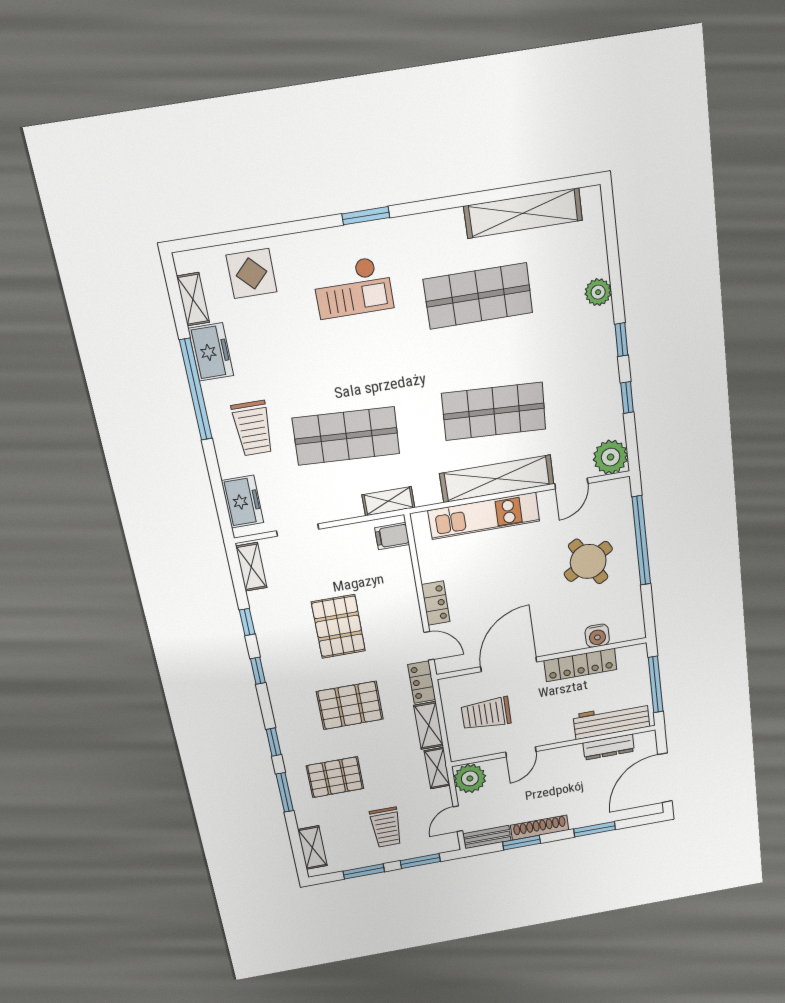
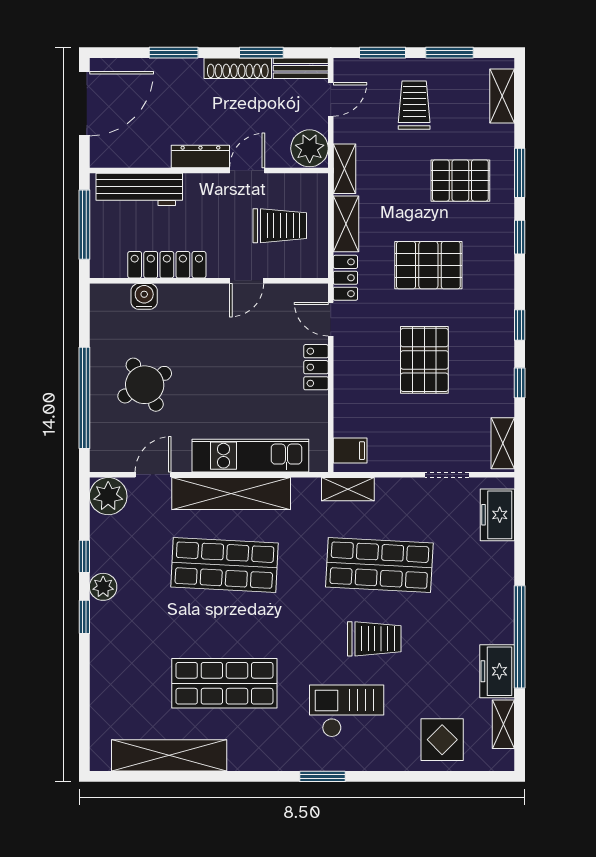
plant: (598, 292) -> (103, 587), moved
trolley: (253, 428) -> (374, 639), moved, turned 90
door: (509, 664) -> (247, 281), width x0.53
dresser: (609, 747) -> (200, 157), moved

